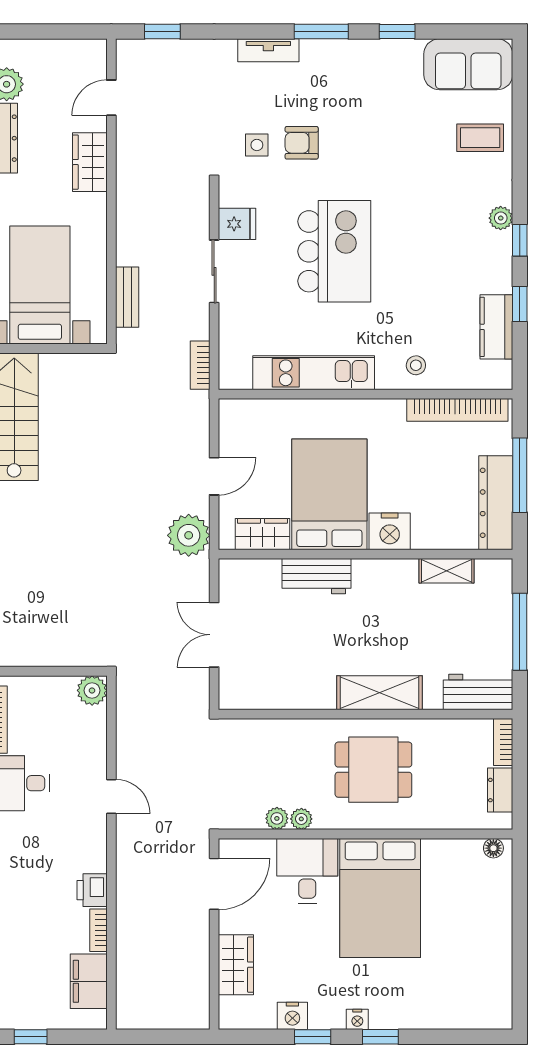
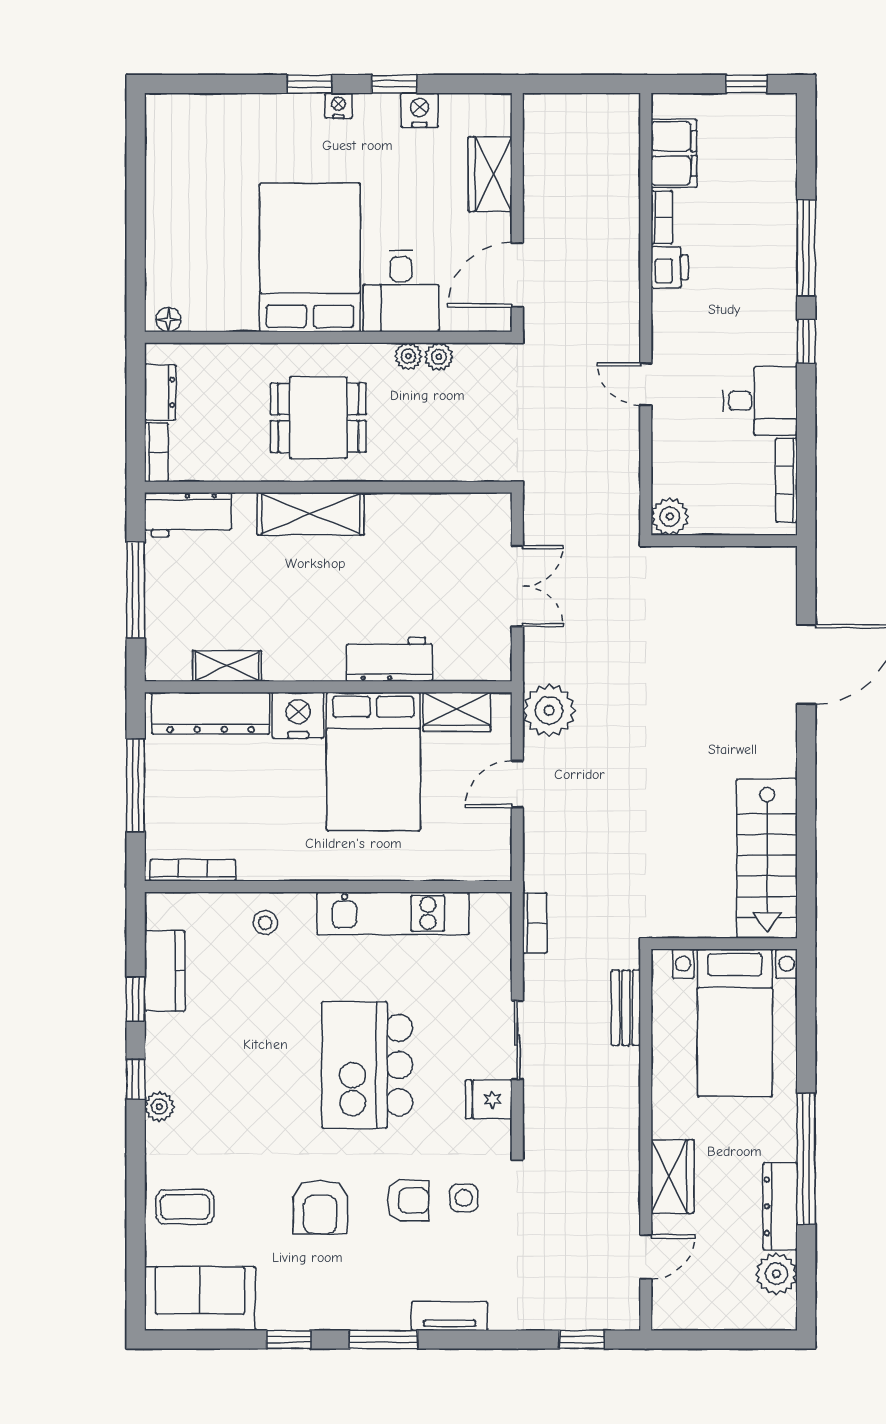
armchair: (372, 138) -> (320, 1207), added
bookcase: (457, 410) -> (193, 870), width x0.68, depth x0.76
dresser: (496, 503) -> (211, 713), moved, turned 90

